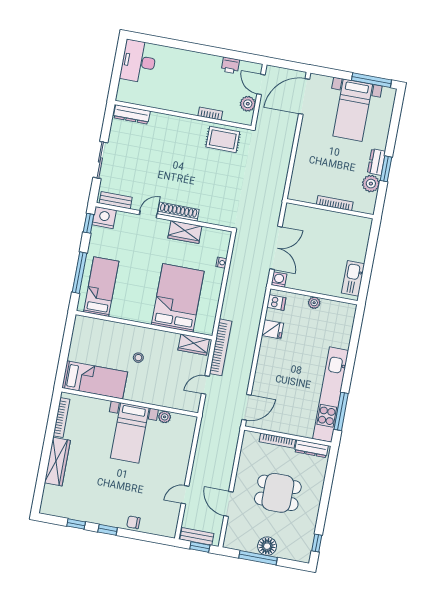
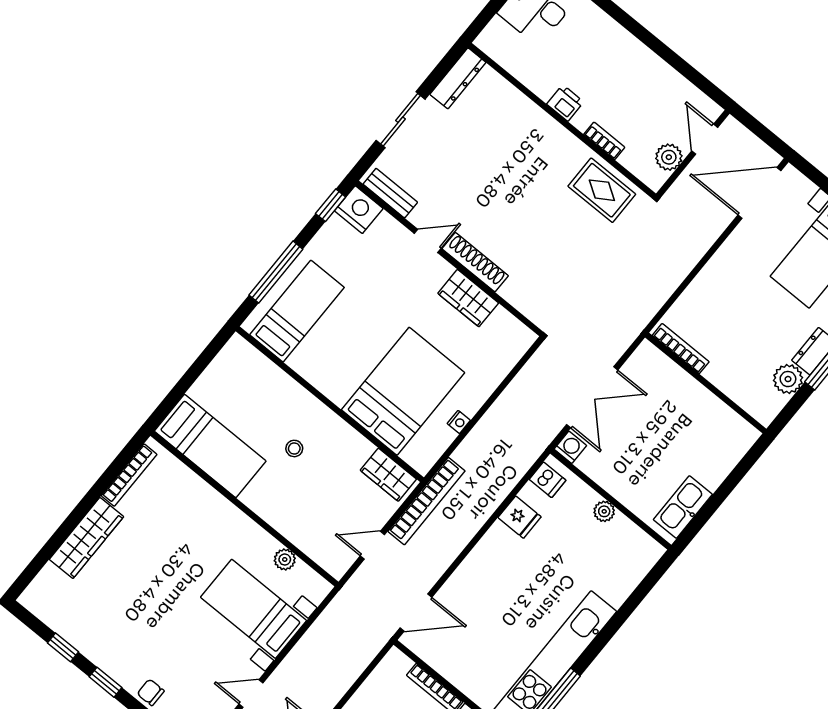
printer: (230, 65) -> (565, 103), moved, turned 180
dresser: (132, 114) -> (458, 78), moved, turned -90
bookcase: (335, 203) -> (681, 349), moved
nightstand: (221, 263) -> (459, 422), moved
bed with nightstands: (130, 433) -> (254, 609), moved, turned 90

